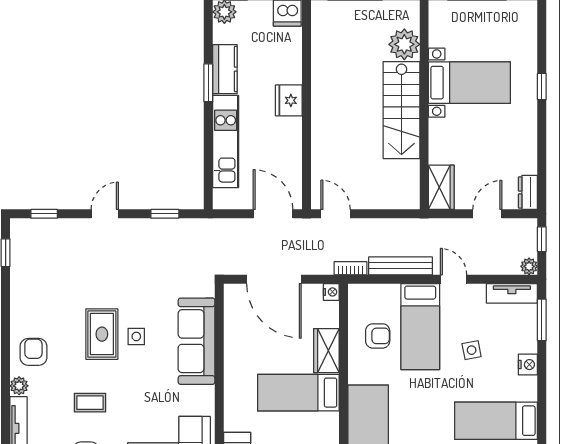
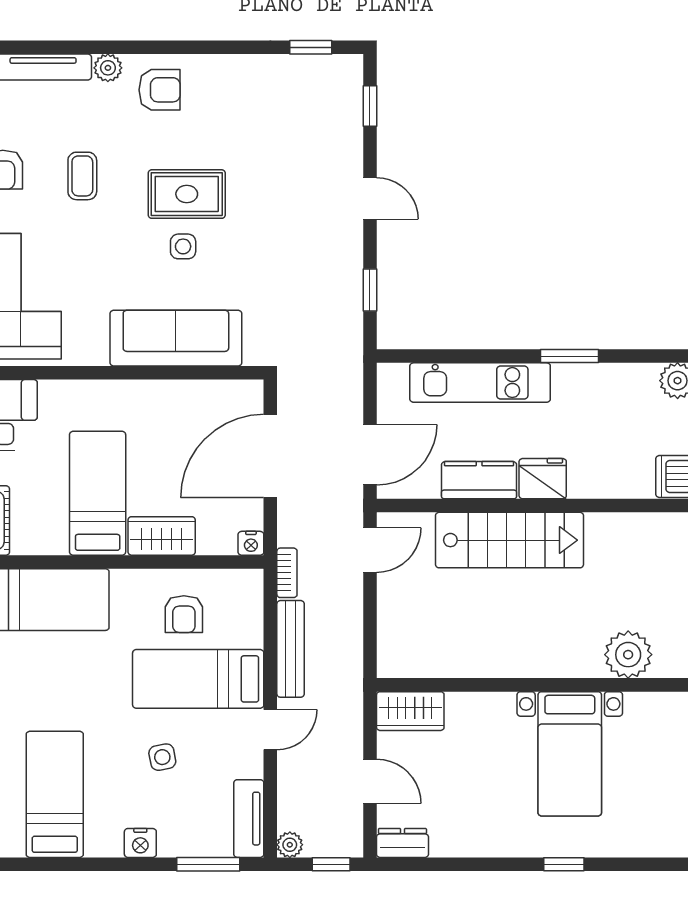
kitchen counter: (225, 69) -> (479, 480), moved, turned 180
stairs: (401, 110) -> (509, 540), moved, turned 180

